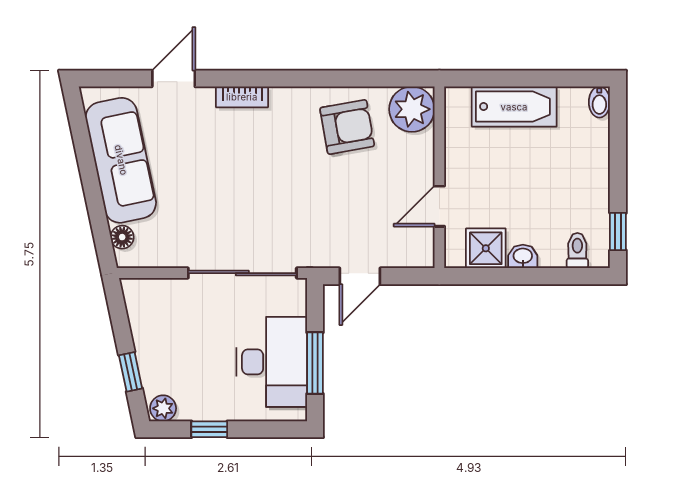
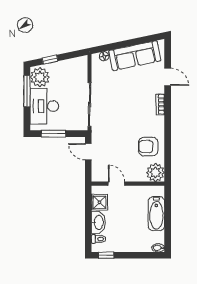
armchair: (347, 127) -> (148, 147), turned 100
washbasin: (523, 256) -> (98, 222), width x1.91, depth x1.45
desk: (272, 362) -> (44, 106), moved, turned 90
plant: (163, 408) -> (40, 77), width x1.87, depth x1.87
window: (209, 429) -> (27, 91), width x2.17

